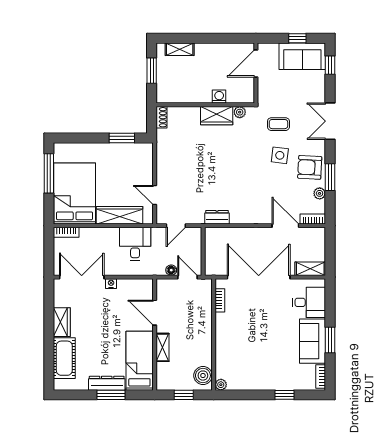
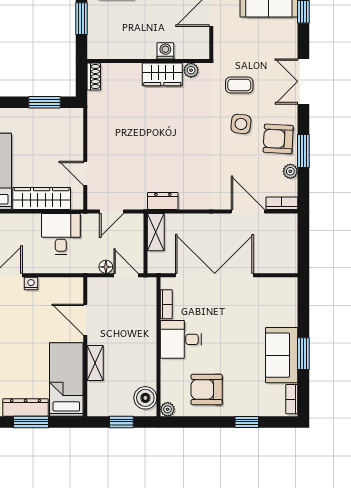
shelving: (310, 269) -> (156, 232), moved, turned 90
desk: (309, 302) -> (181, 339), moved, turned 180
armchair: (252, 369) -> (207, 389), added

